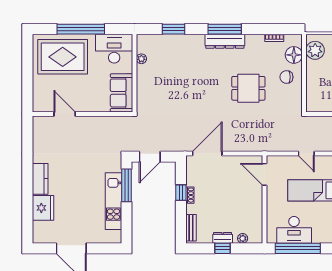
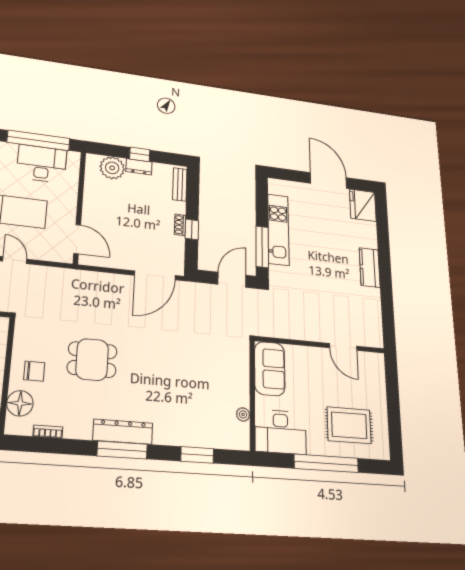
rug: (63, 57) -> (349, 425), width x0.73, depth x0.69
fridge: (43, 208) -> (363, 205), moved
plant: (243, 238) -> (112, 168), width x1.88, depth x1.88

